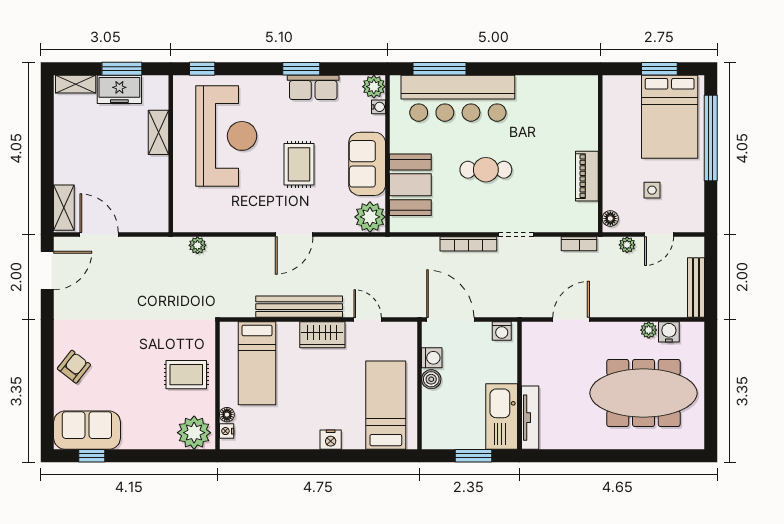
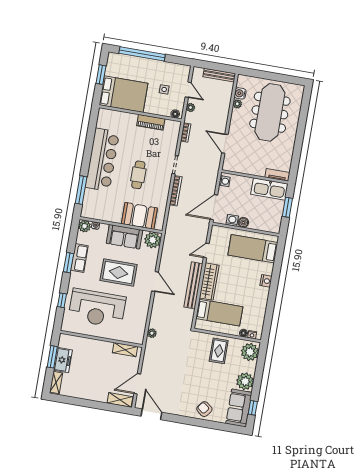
window: (202, 69) -> (62, 300), moved
bar counter: (458, 98) -> (102, 160), moved
bed: (670, 117) -> (124, 94), moved
shelving: (158, 132) -> (125, 350), moved
reception desk: (226, 136) -> (97, 308), turned 180
rug: (299, 164) -> (119, 272), width x1.36, depth x1.43
wardrobe: (322, 335) -> (209, 282), width x1.50
tv unit: (530, 418) -> (277, 175), width x0.71
plant: (138, 433) -> (245, 381), added

